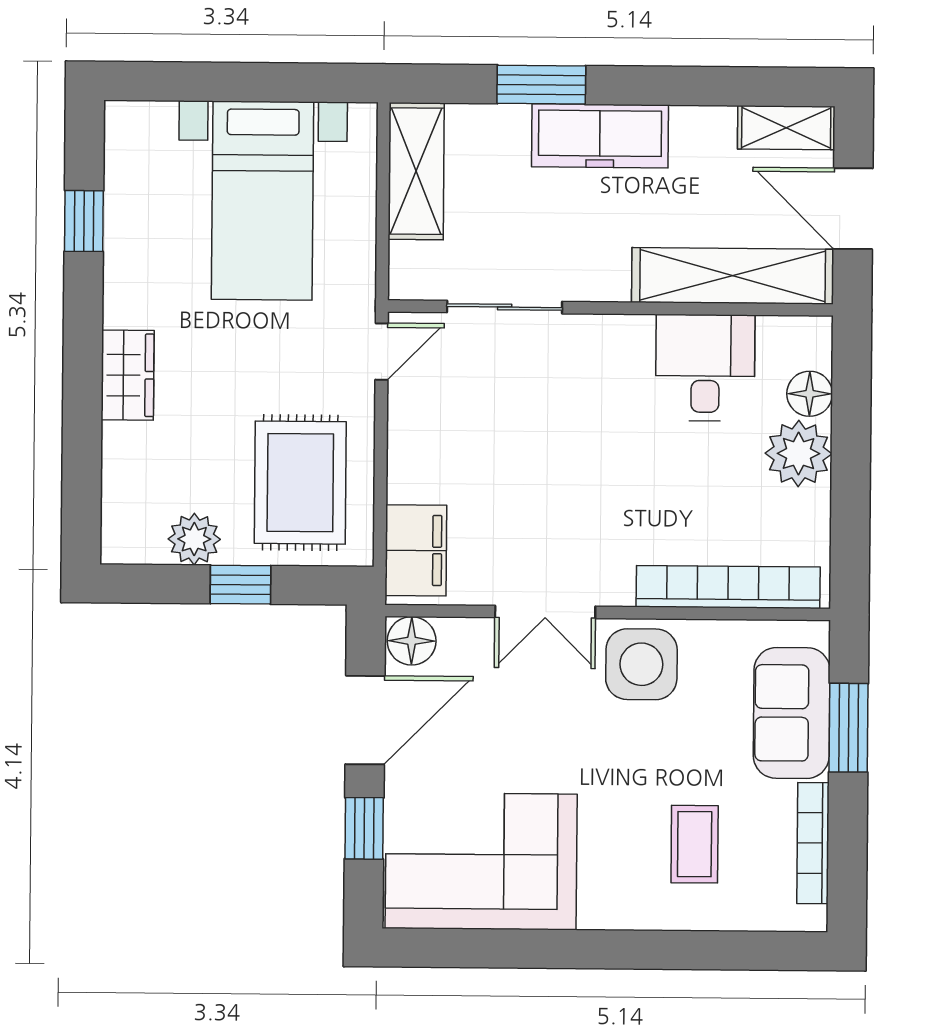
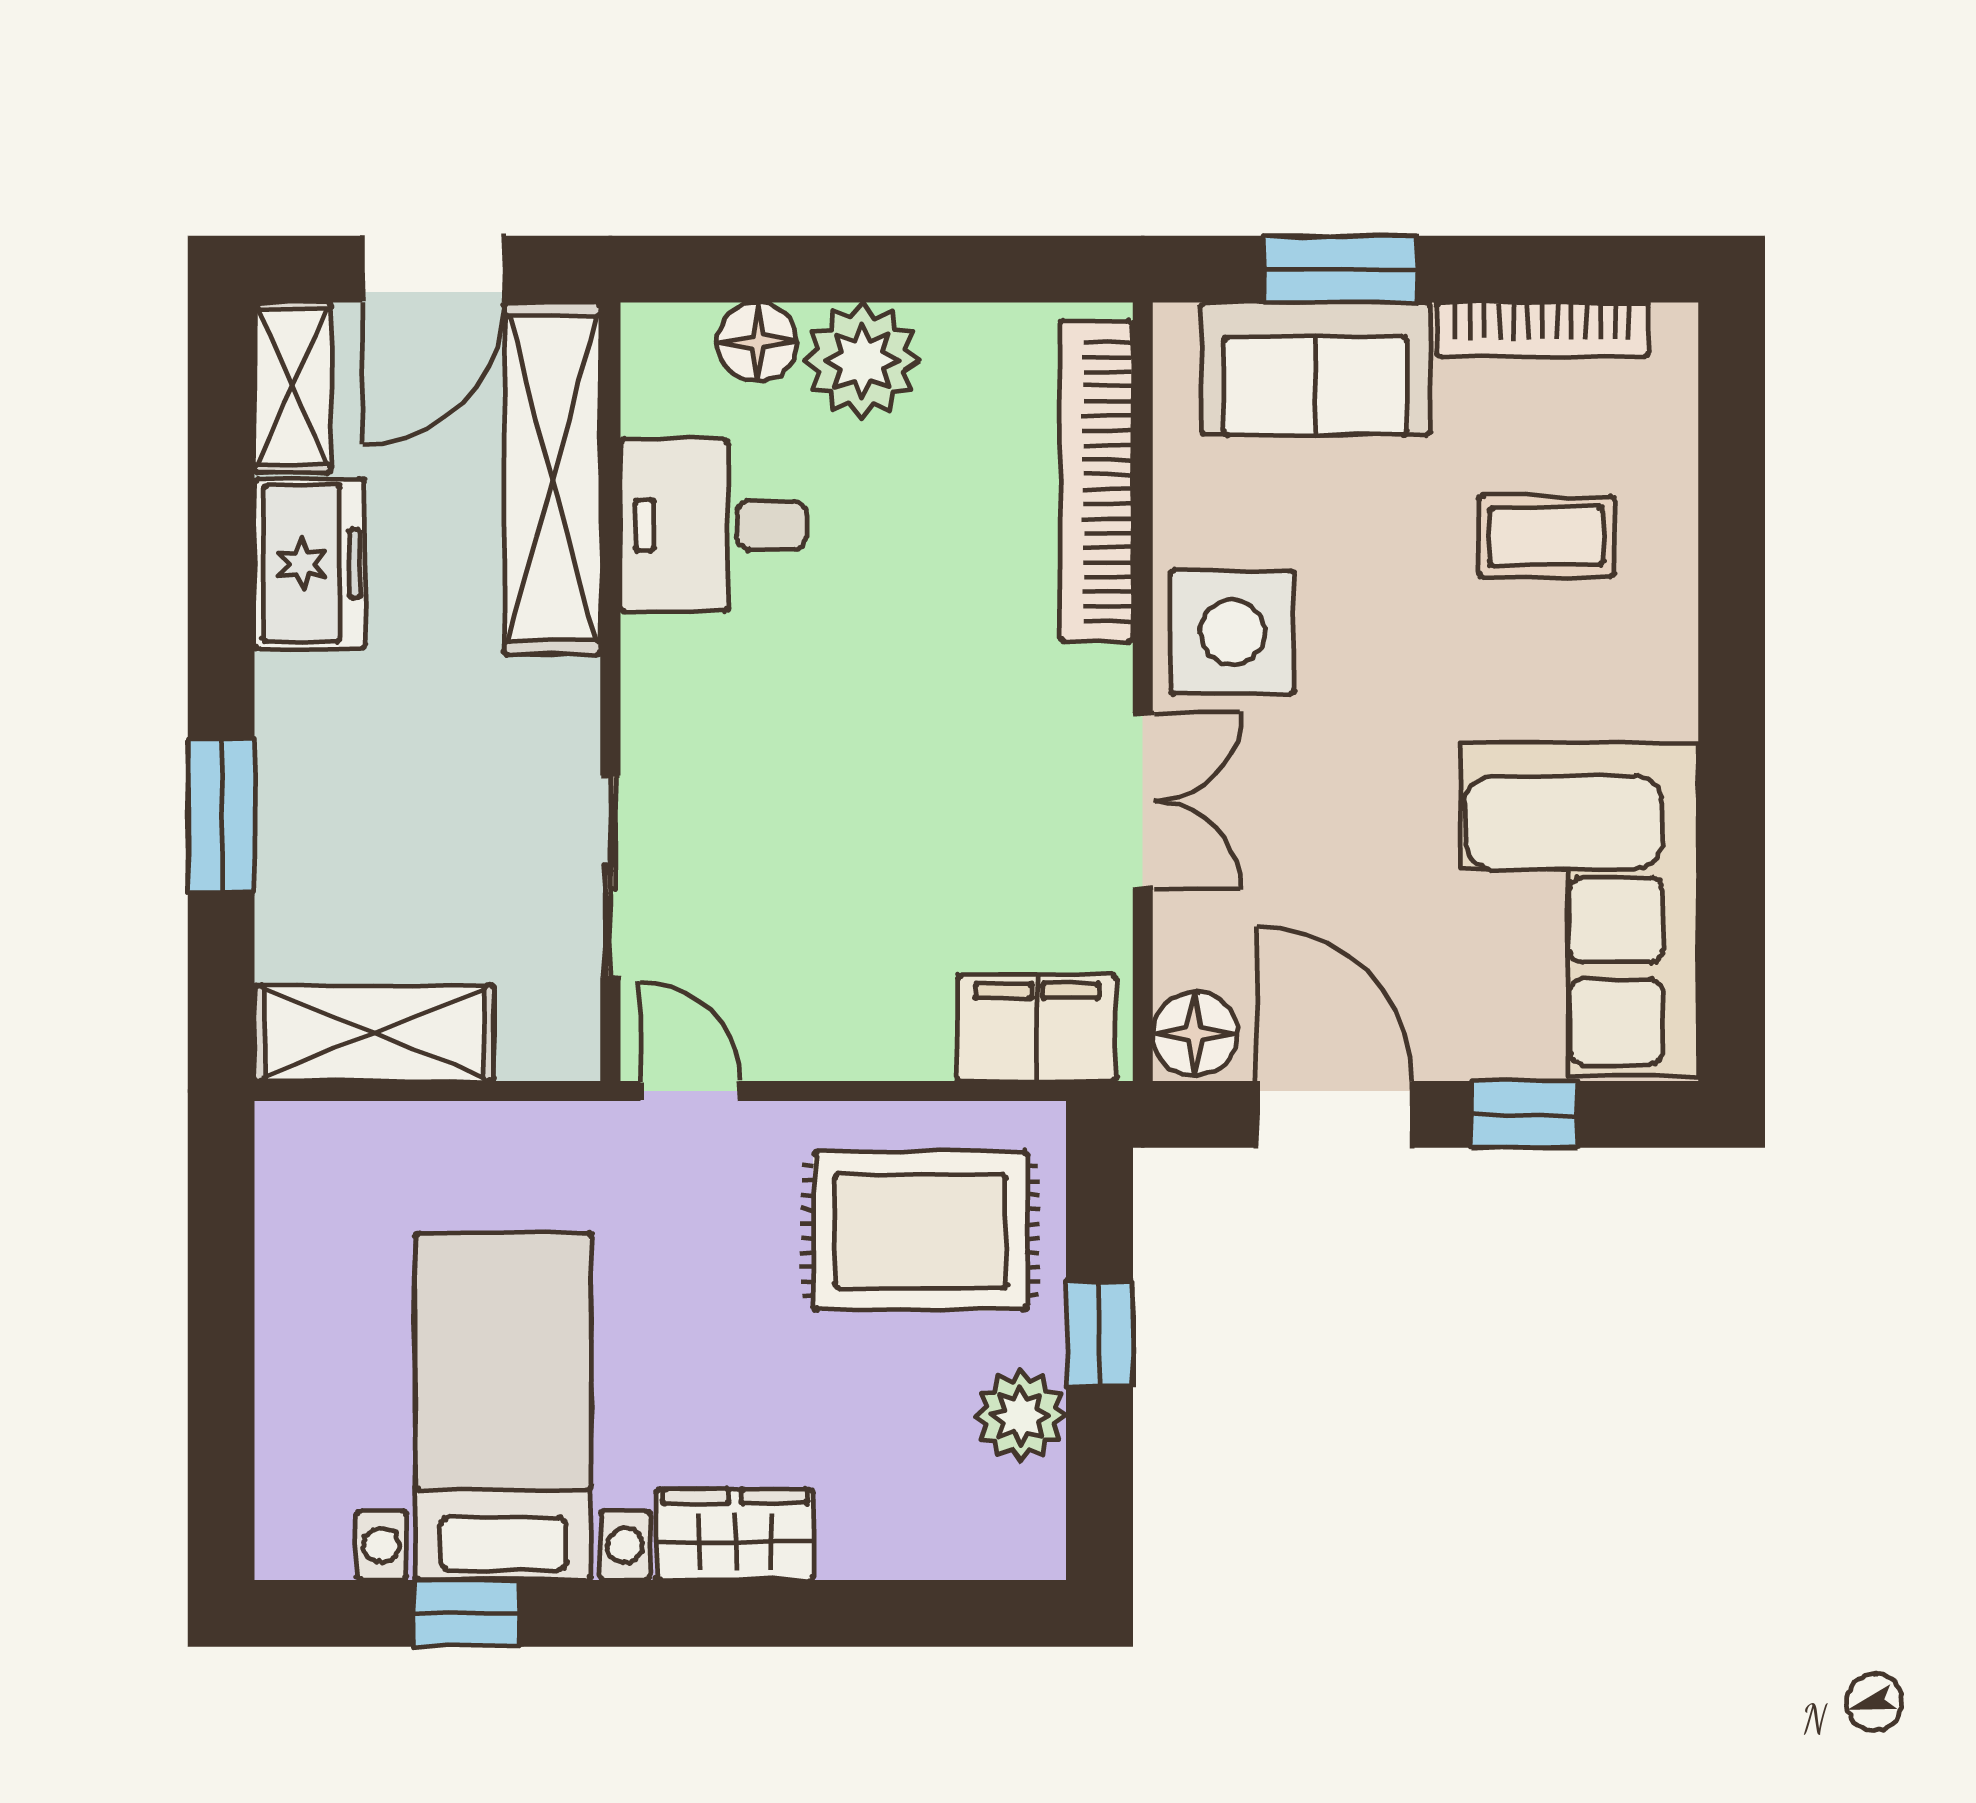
freezer: (600, 136) -> (310, 564), moved, width x0.71
bed with nightstands: (262, 201) -> (503, 1407), moved, turned -90

